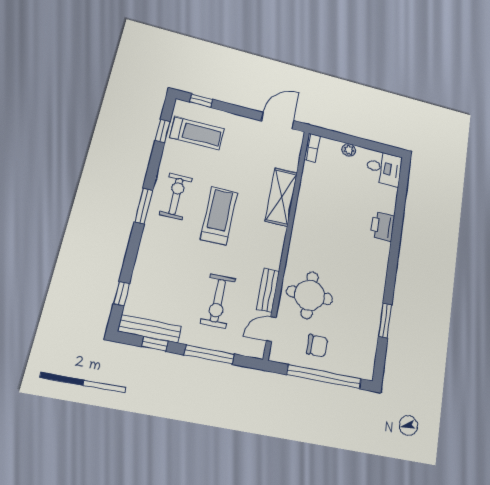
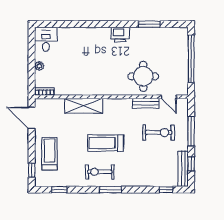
treadmill: (197, 133) -> (50, 154), moved
printer: (383, 226) -> (120, 35), moved
chair: (317, 346) -> (173, 66), removed

